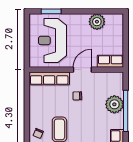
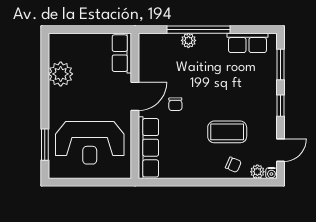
door: (82, 70) -> (135, 96), swing flipped
plant: (114, 104) -> (188, 40), width x0.53, depth x0.53

